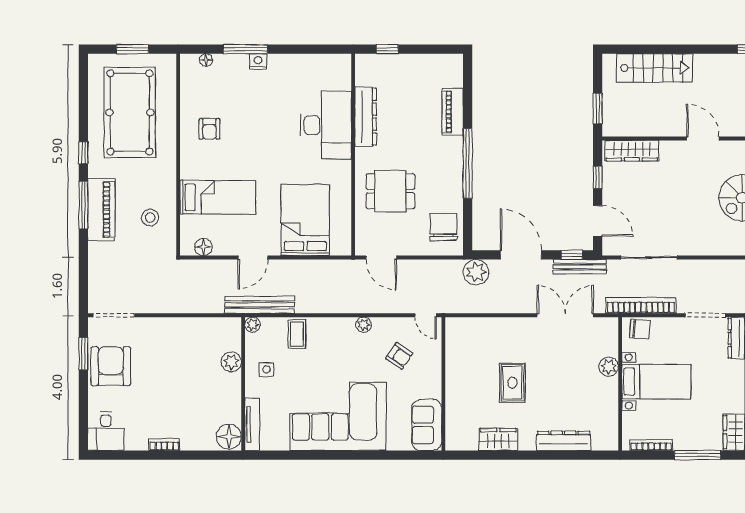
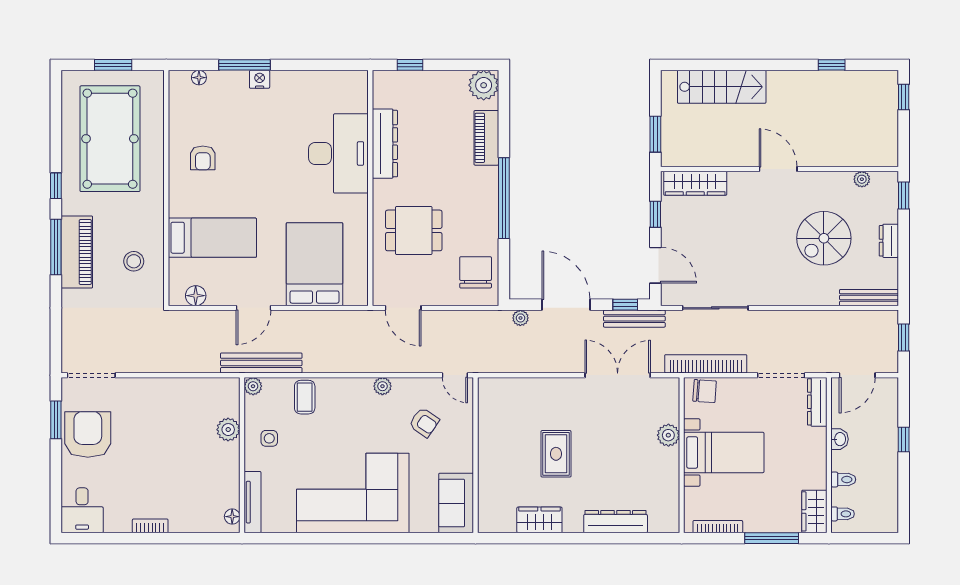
plant: (450, 67) -> (484, 85), added
plant: (476, 272) -> (520, 318), width x0.53, depth x0.53
floor lamp: (229, 437) -> (232, 517), width x0.53, depth x0.53

